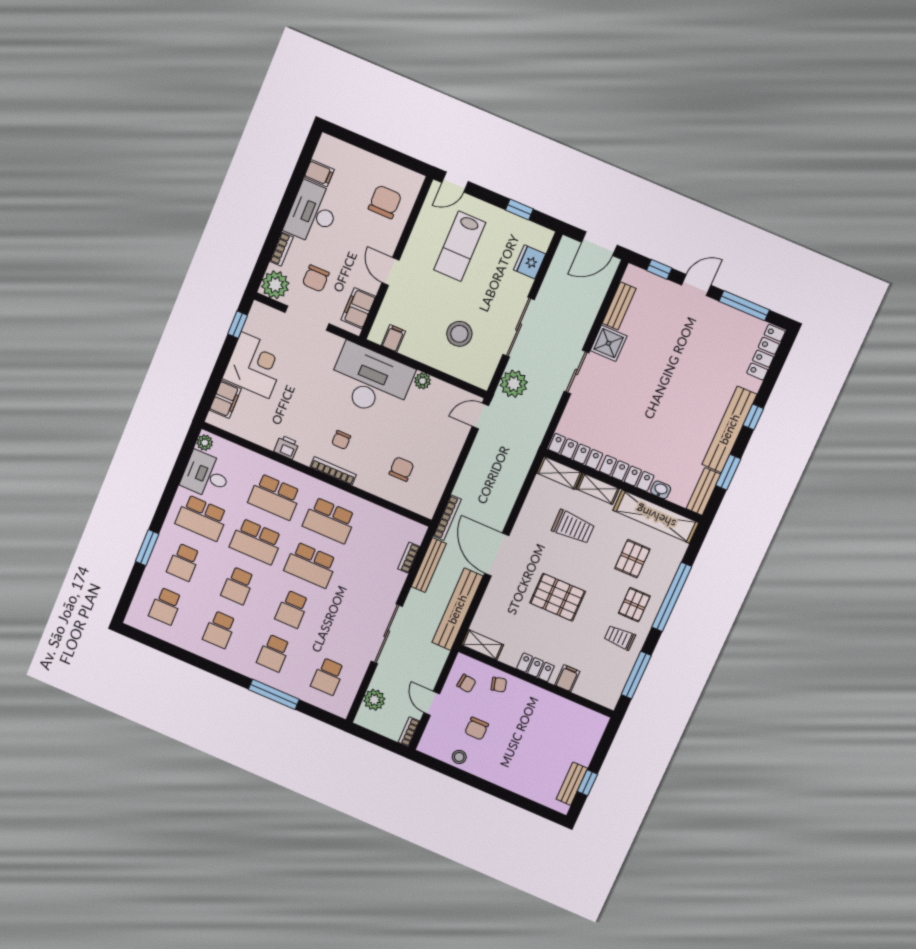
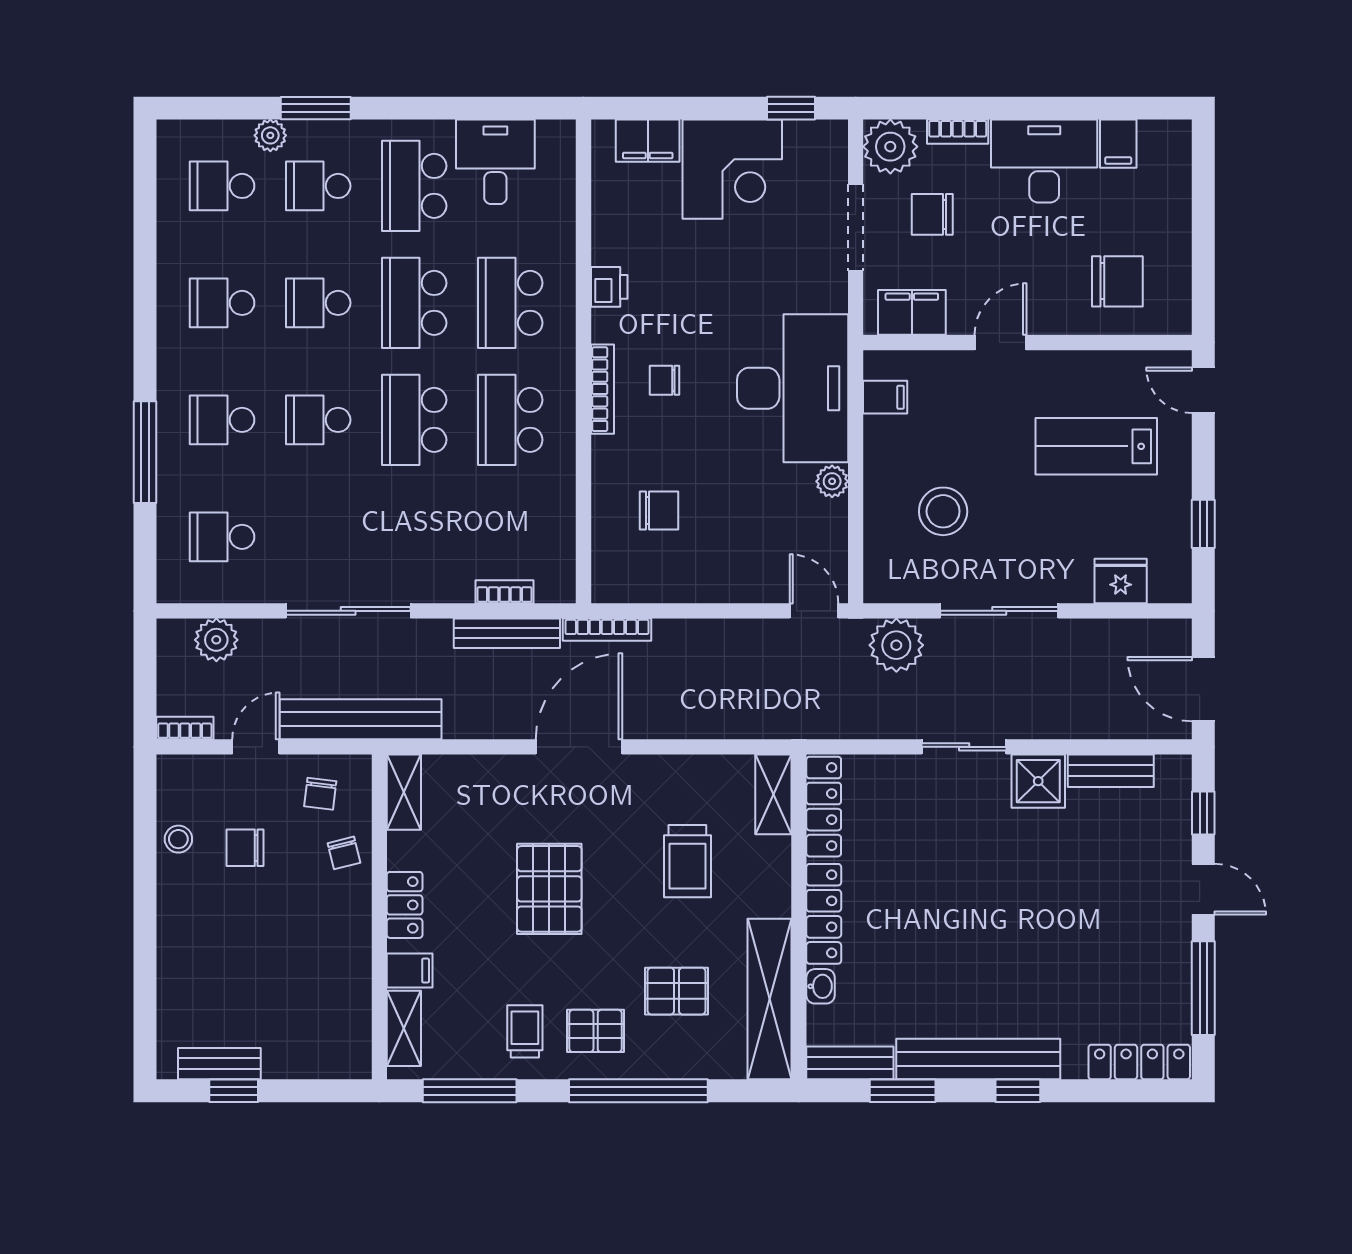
plant: (205, 443) -> (270, 135), moved
shelving: (598, 489) -> (404, 1028), moved
bench: (457, 609) -> (361, 719), moved

